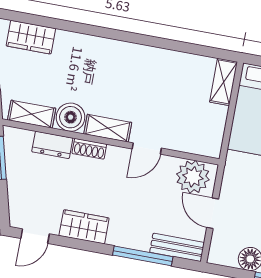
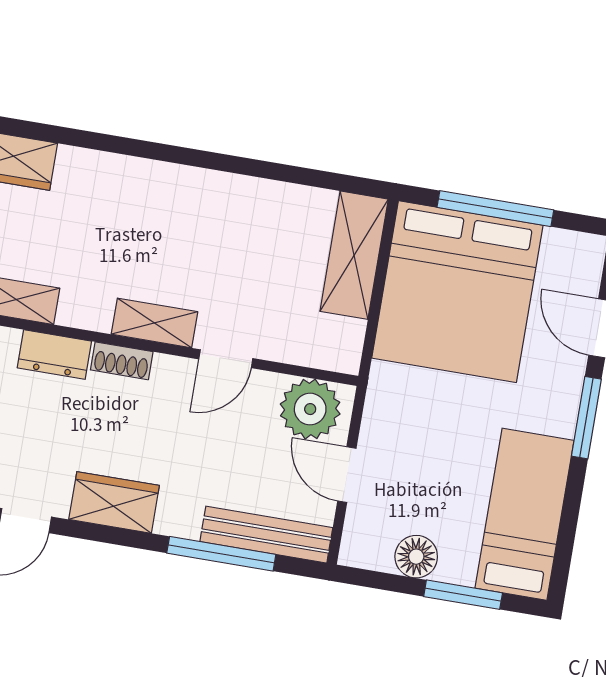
shelving: (224, 82) -> (354, 255), width x1.50, depth x1.33
boiler: (71, 117) -> (87, 304), removed
bench: (177, 247) -> (266, 535), width x1.36

